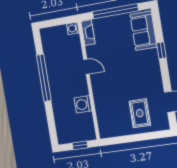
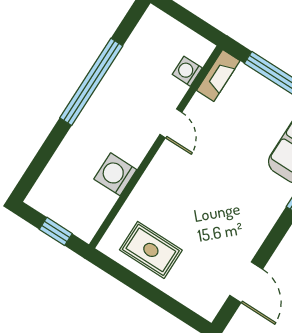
washing machine: (73, 28) -> (187, 71), moved
rug: (140, 113) -> (151, 250), moved, turned 90

